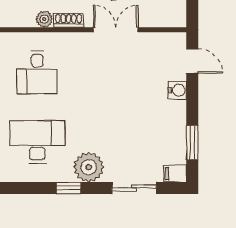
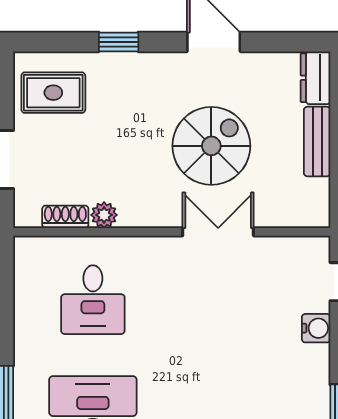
shoe rack: (69, 20) -> (65, 217), moved

